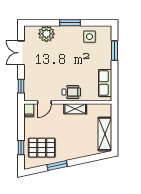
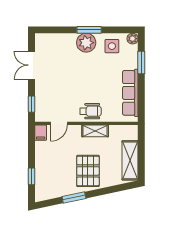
plant: (107, 30) -> (133, 39), added
plant: (46, 34) -> (86, 43), moved
row of seats: (105, 83) -> (130, 93), width x1.48
pallet: (42, 148) -> (88, 171), moved, turned 90

